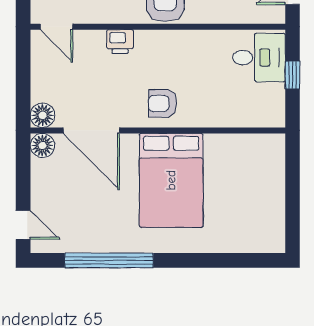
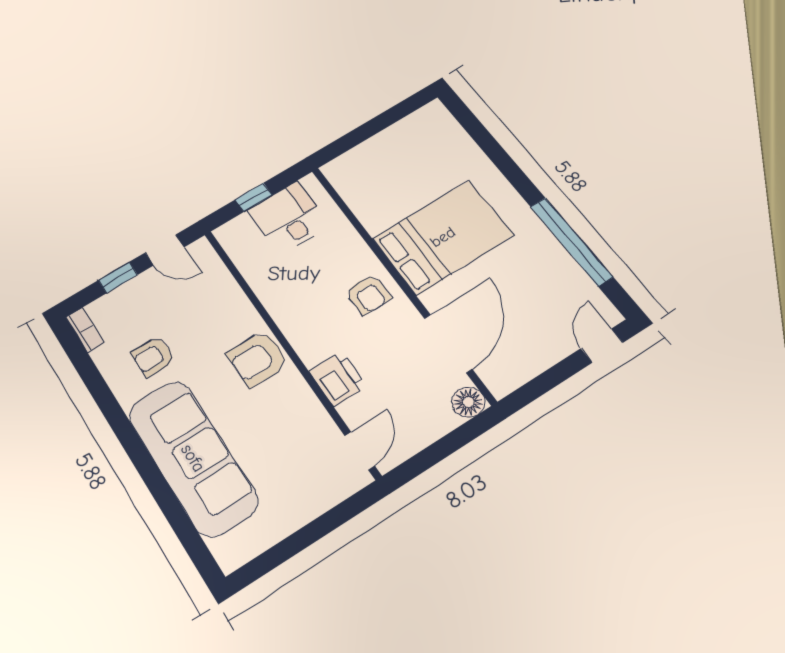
printer: (120, 42) -> (338, 379), width x1.36, depth x1.24
desk: (259, 58) -> (289, 218), moved
floor lamp: (42, 145) -> (501, 381), removed

